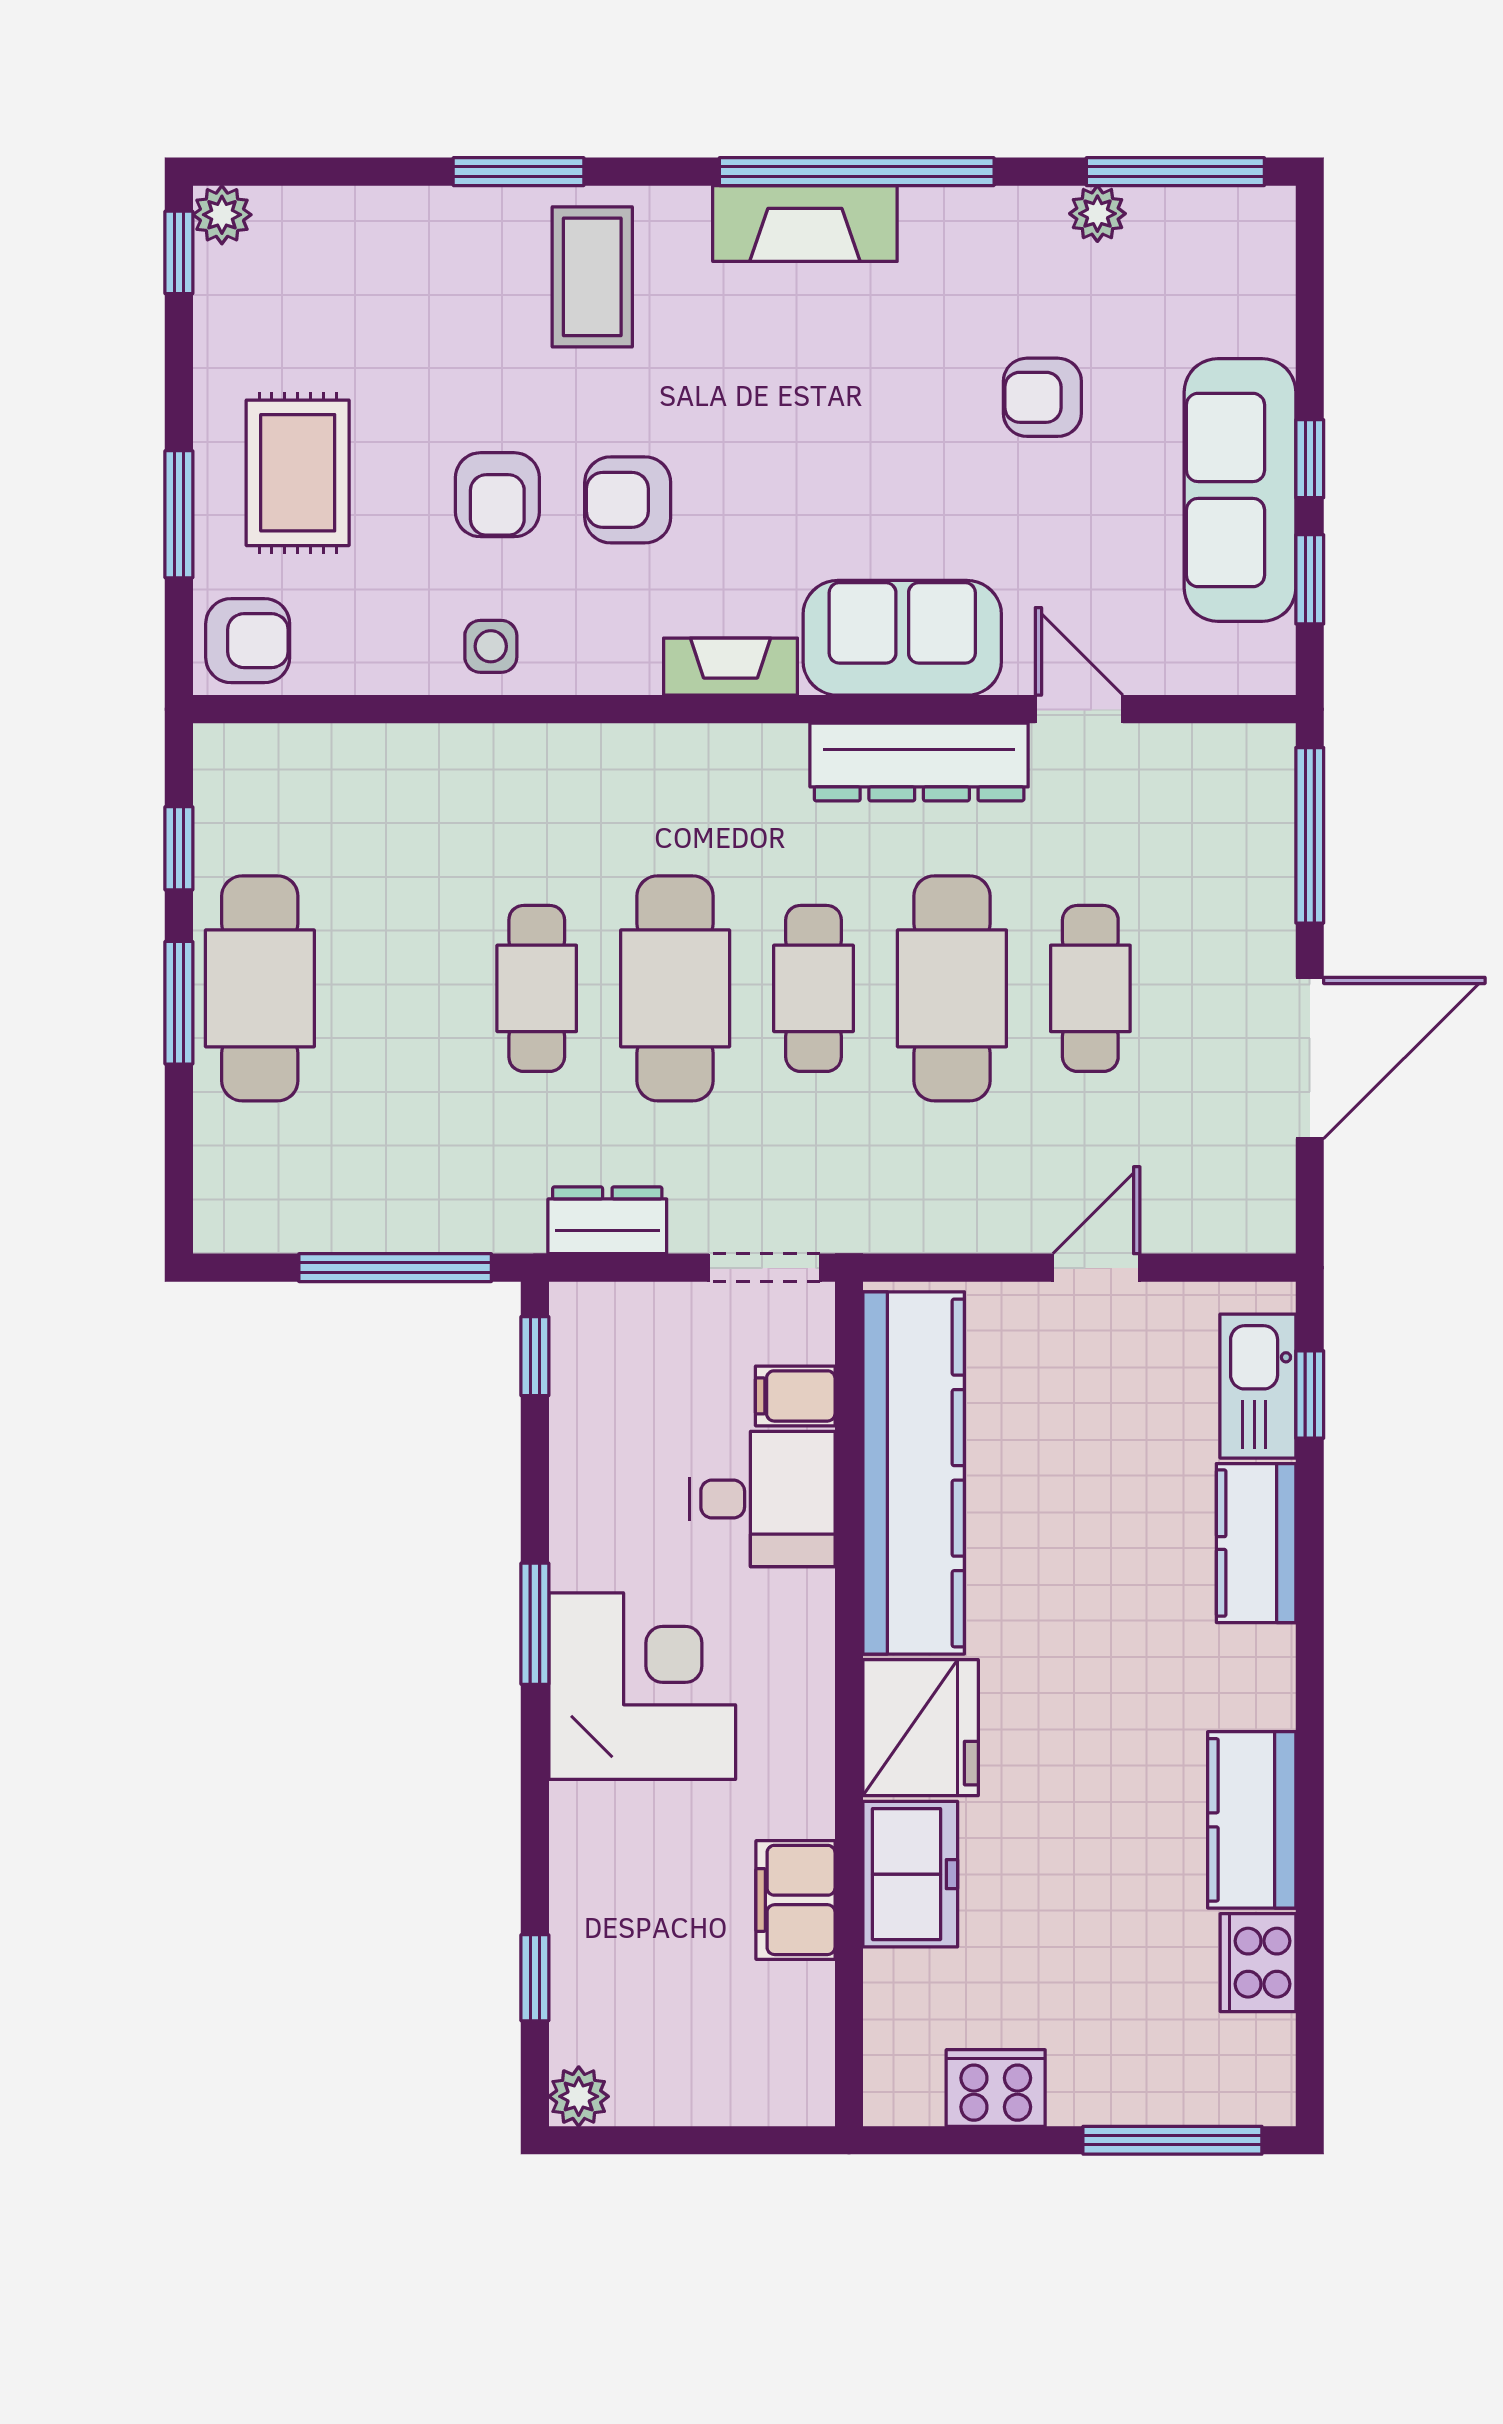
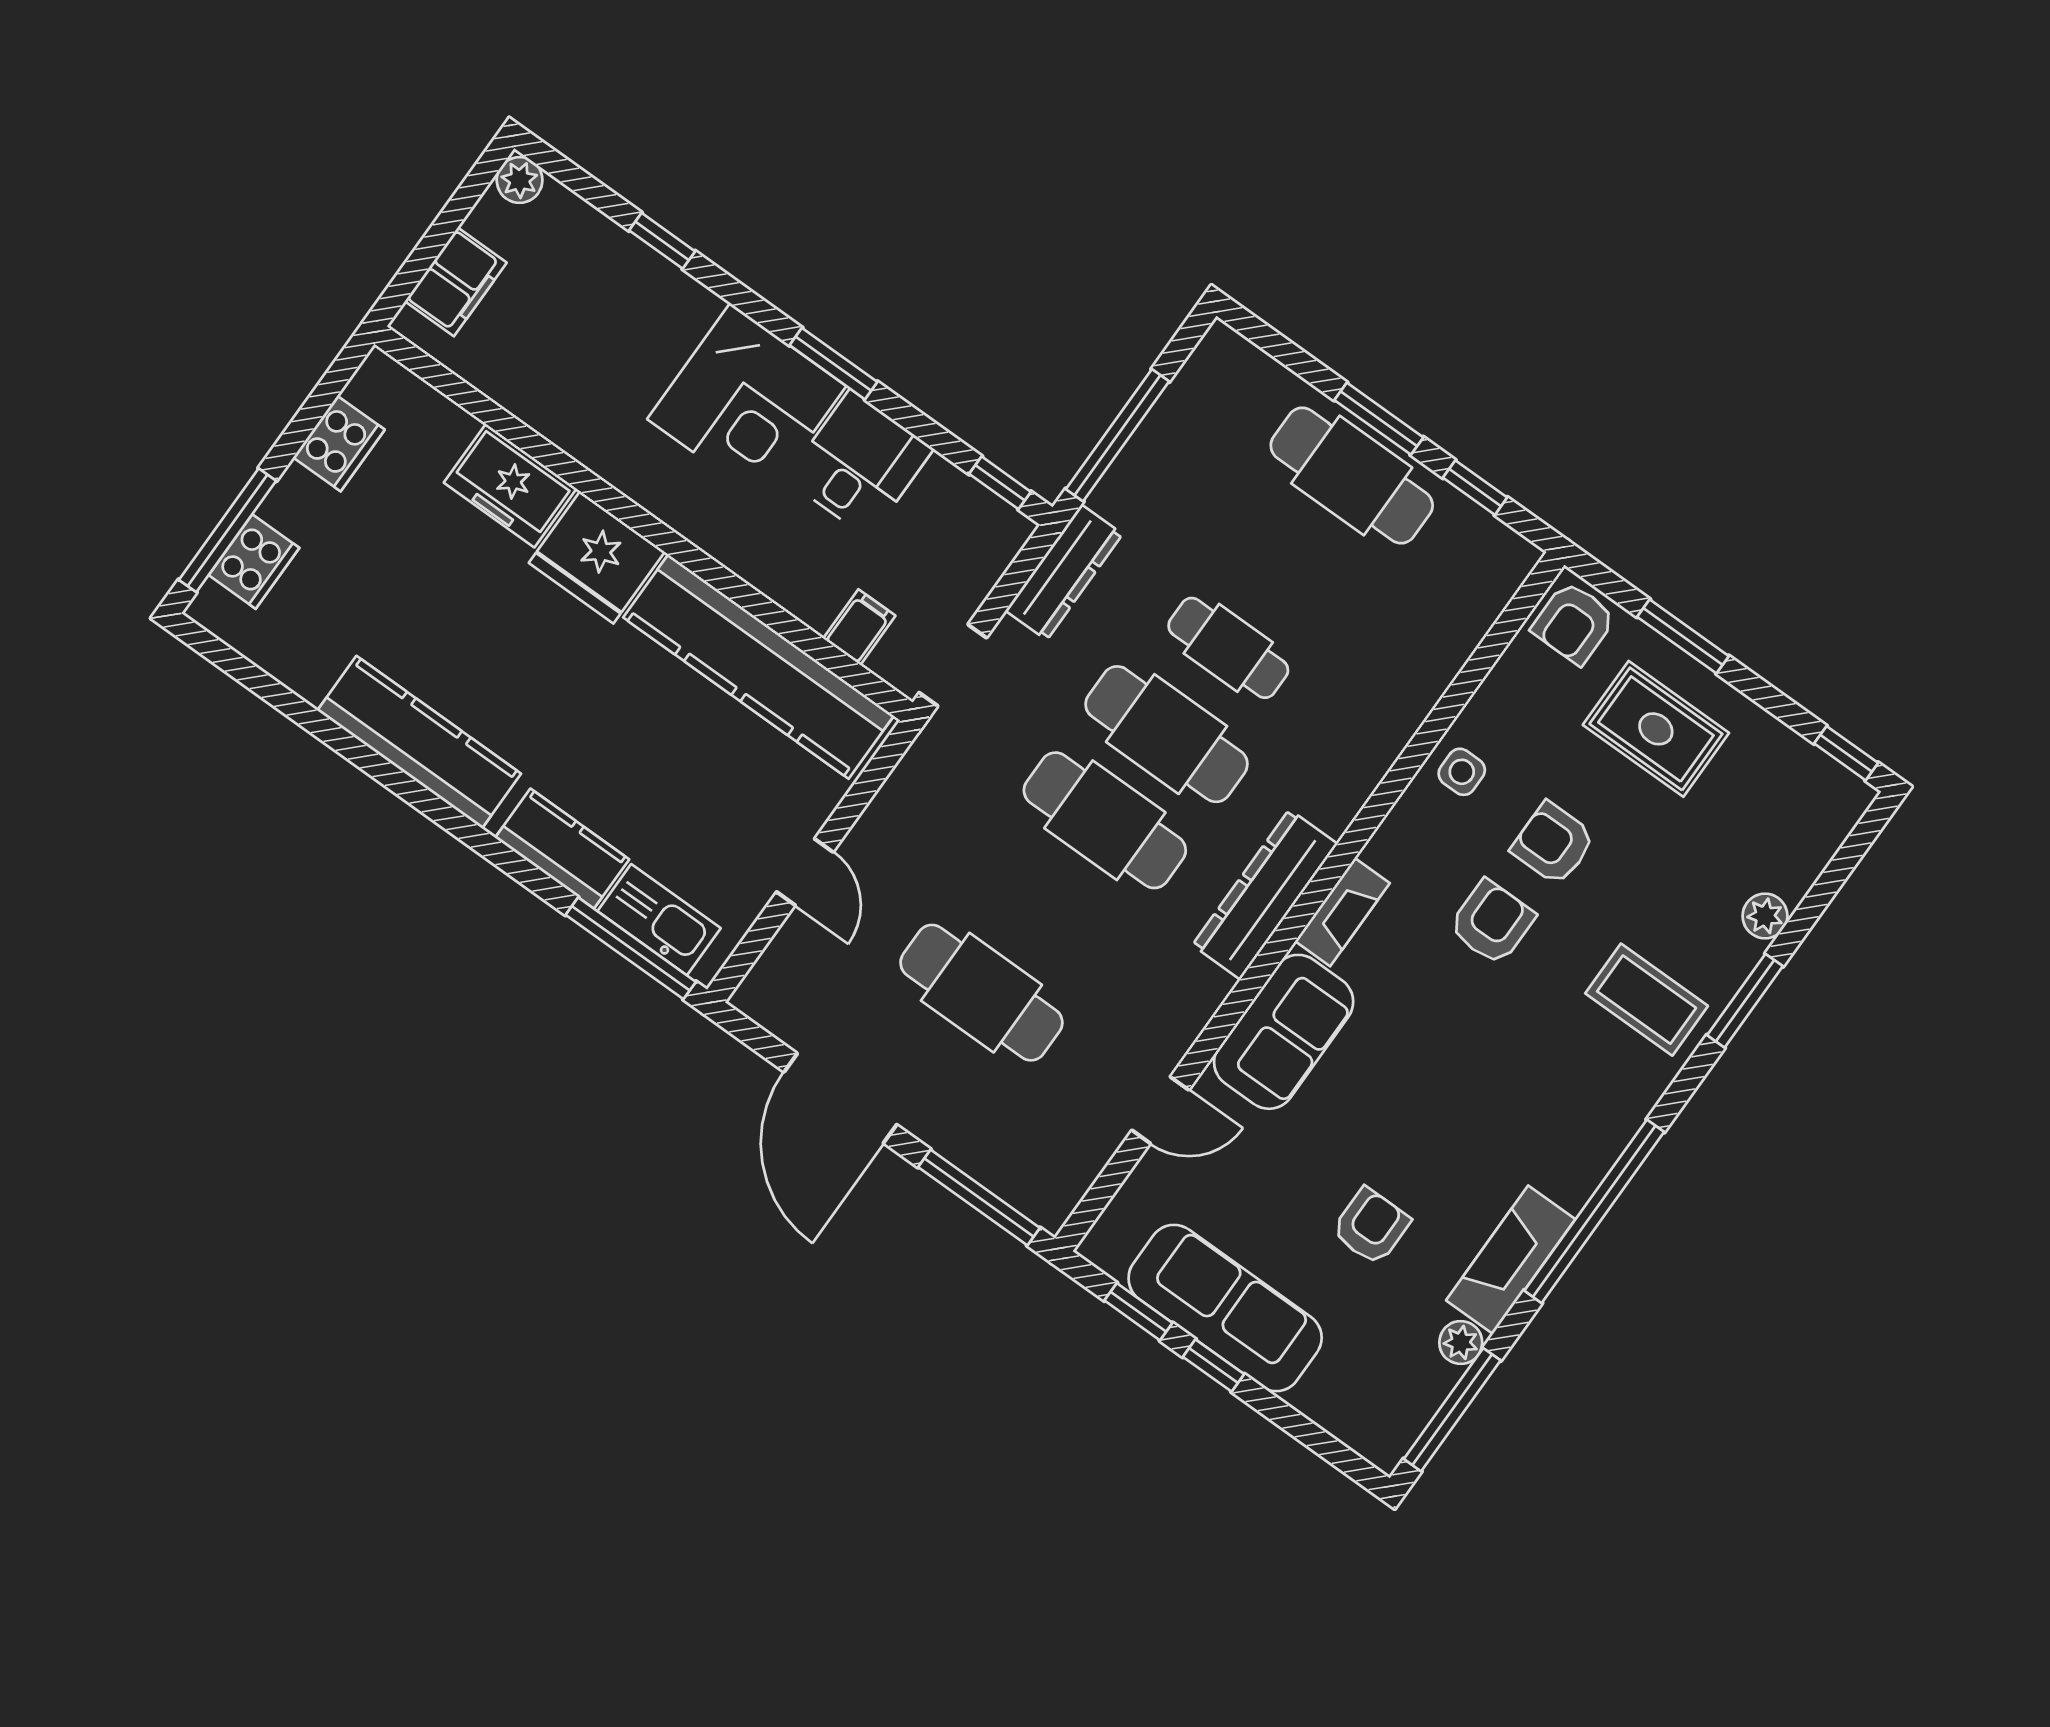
plant: (222, 215) -> (1765, 916), moved
fireplace: (805, 224) -> (1511, 1260), moved
dresser: (919, 762) -> (1265, 895), moved
cafe table: (814, 988) -> (1105, 820), width x1.37, depth x1.35
cafe table: (952, 988) -> (1043, 906), removed
cafe table: (1090, 988) -> (981, 993), width x1.37, depth x1.35
dresser: (607, 1220) -> (1064, 572), width x1.44
window: (1310, 1394) -> (631, 948), width x2.17
desk: (762, 1499) -> (860, 464), moved, turned 180
kitchen counter: (1252, 1820) -> (419, 742), width x1.50
filing cabinet: (796, 1900) -> (456, 282), moved, turned 90
cooker: (1258, 1963) -> (254, 562), moved, turned 90
window: (535, 1978) -> (662, 241), moved

